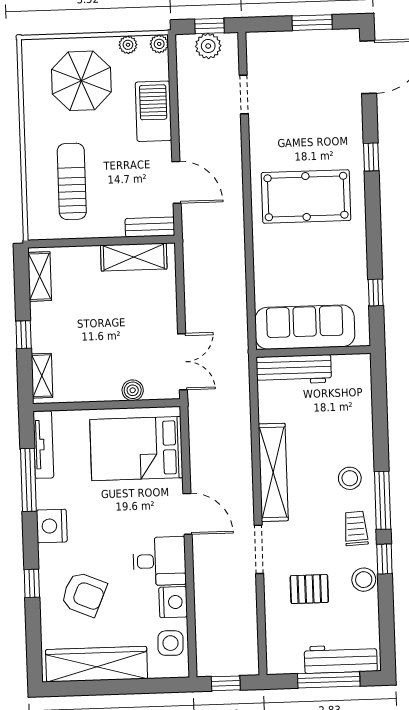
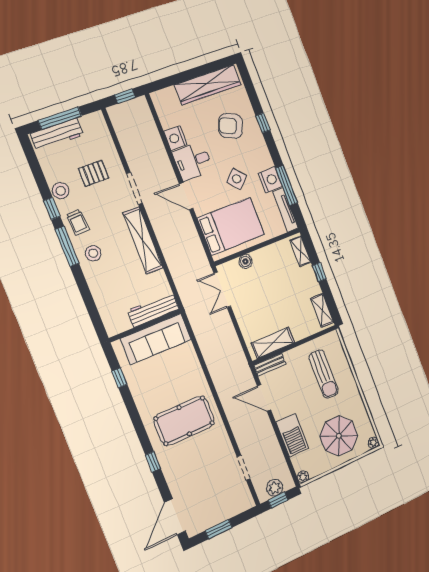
plant: (128, 45) -> (373, 443), moved
nightstand: (52, 526) -> (270, 180), moved
side table: (170, 643) -> (237, 179), moved, turned 45

